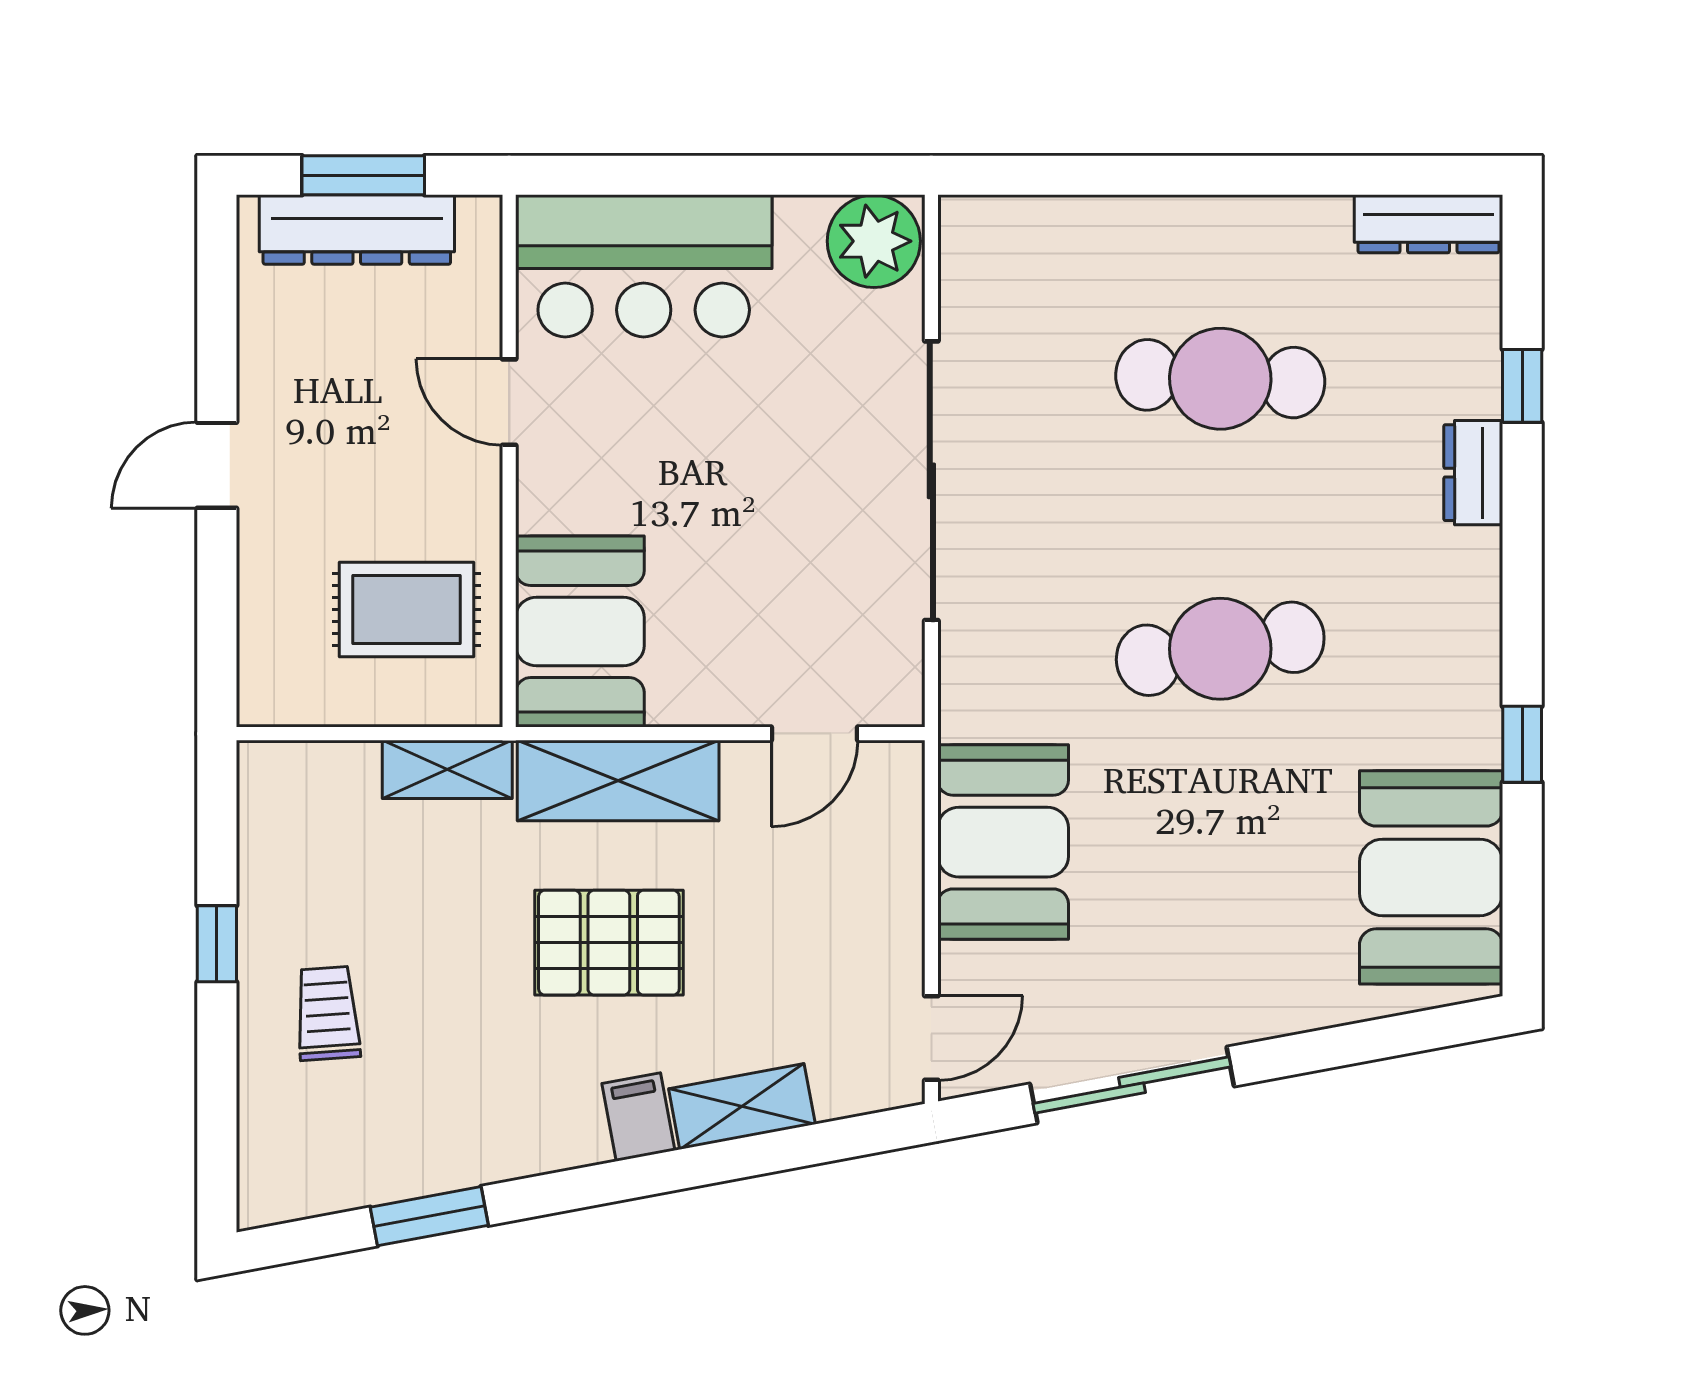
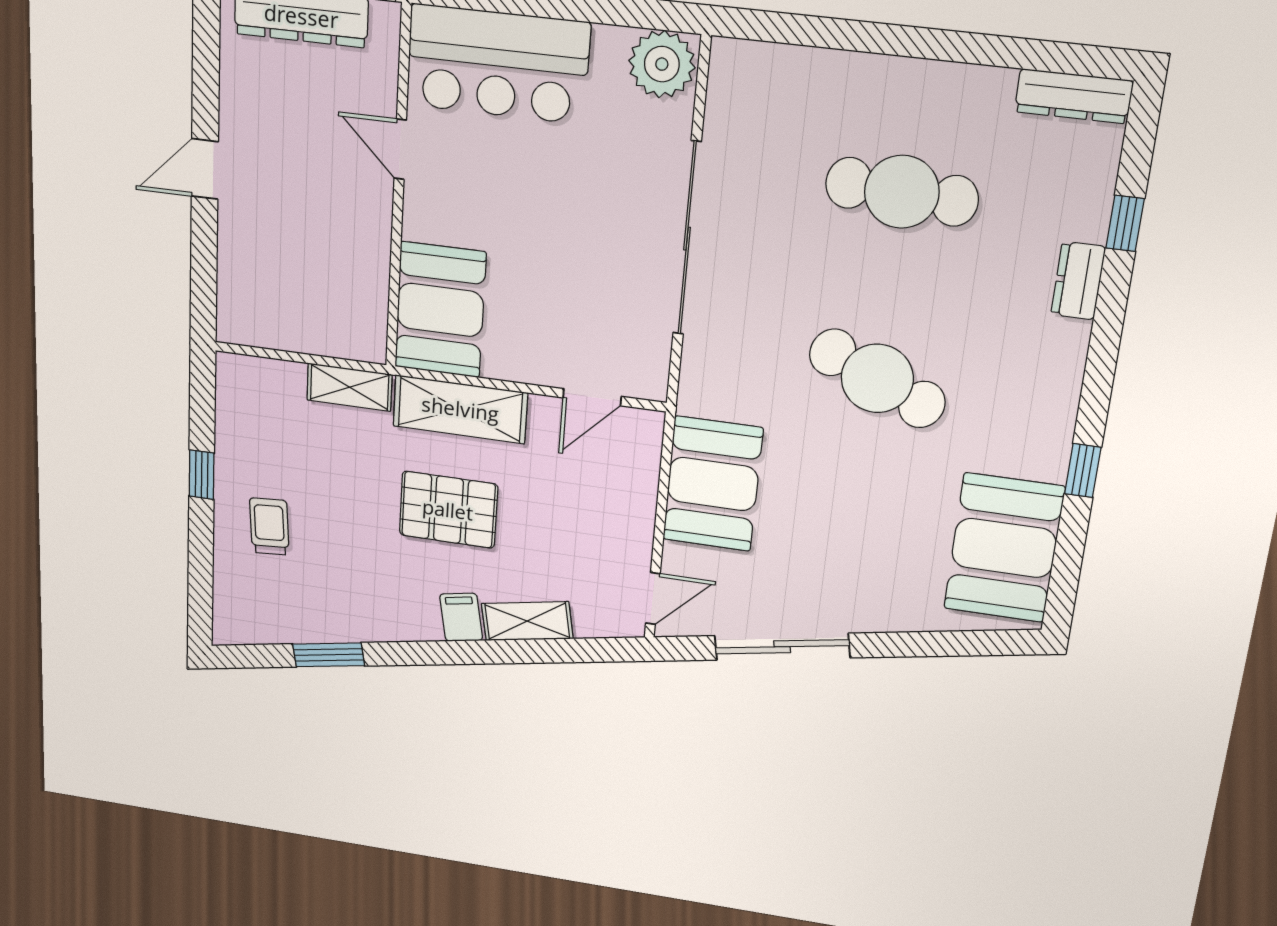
rug: (407, 610) -> (327, 281), removed
cafe table: (1220, 649) -> (877, 378), turned 33

